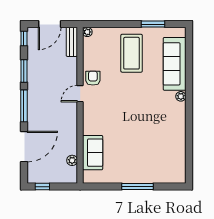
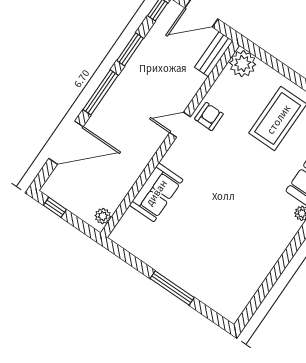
plant: (87, 32) -> (243, 64), width x1.87, depth x1.87
sofa: (93, 153) -> (156, 192), moved
plant: (72, 160) -> (103, 216), moved

